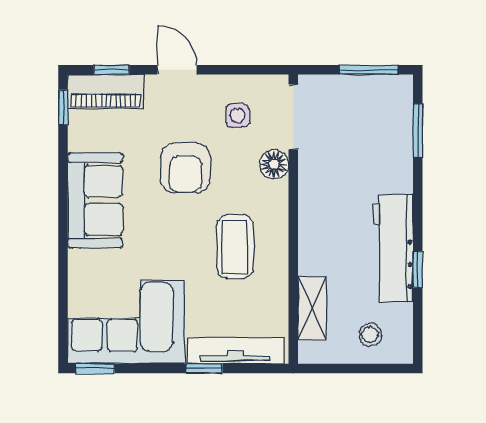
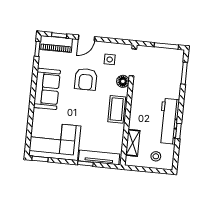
door: (177, 70) -> (87, 38), swing flipped
coffee table: (235, 247) -> (117, 109), moved

